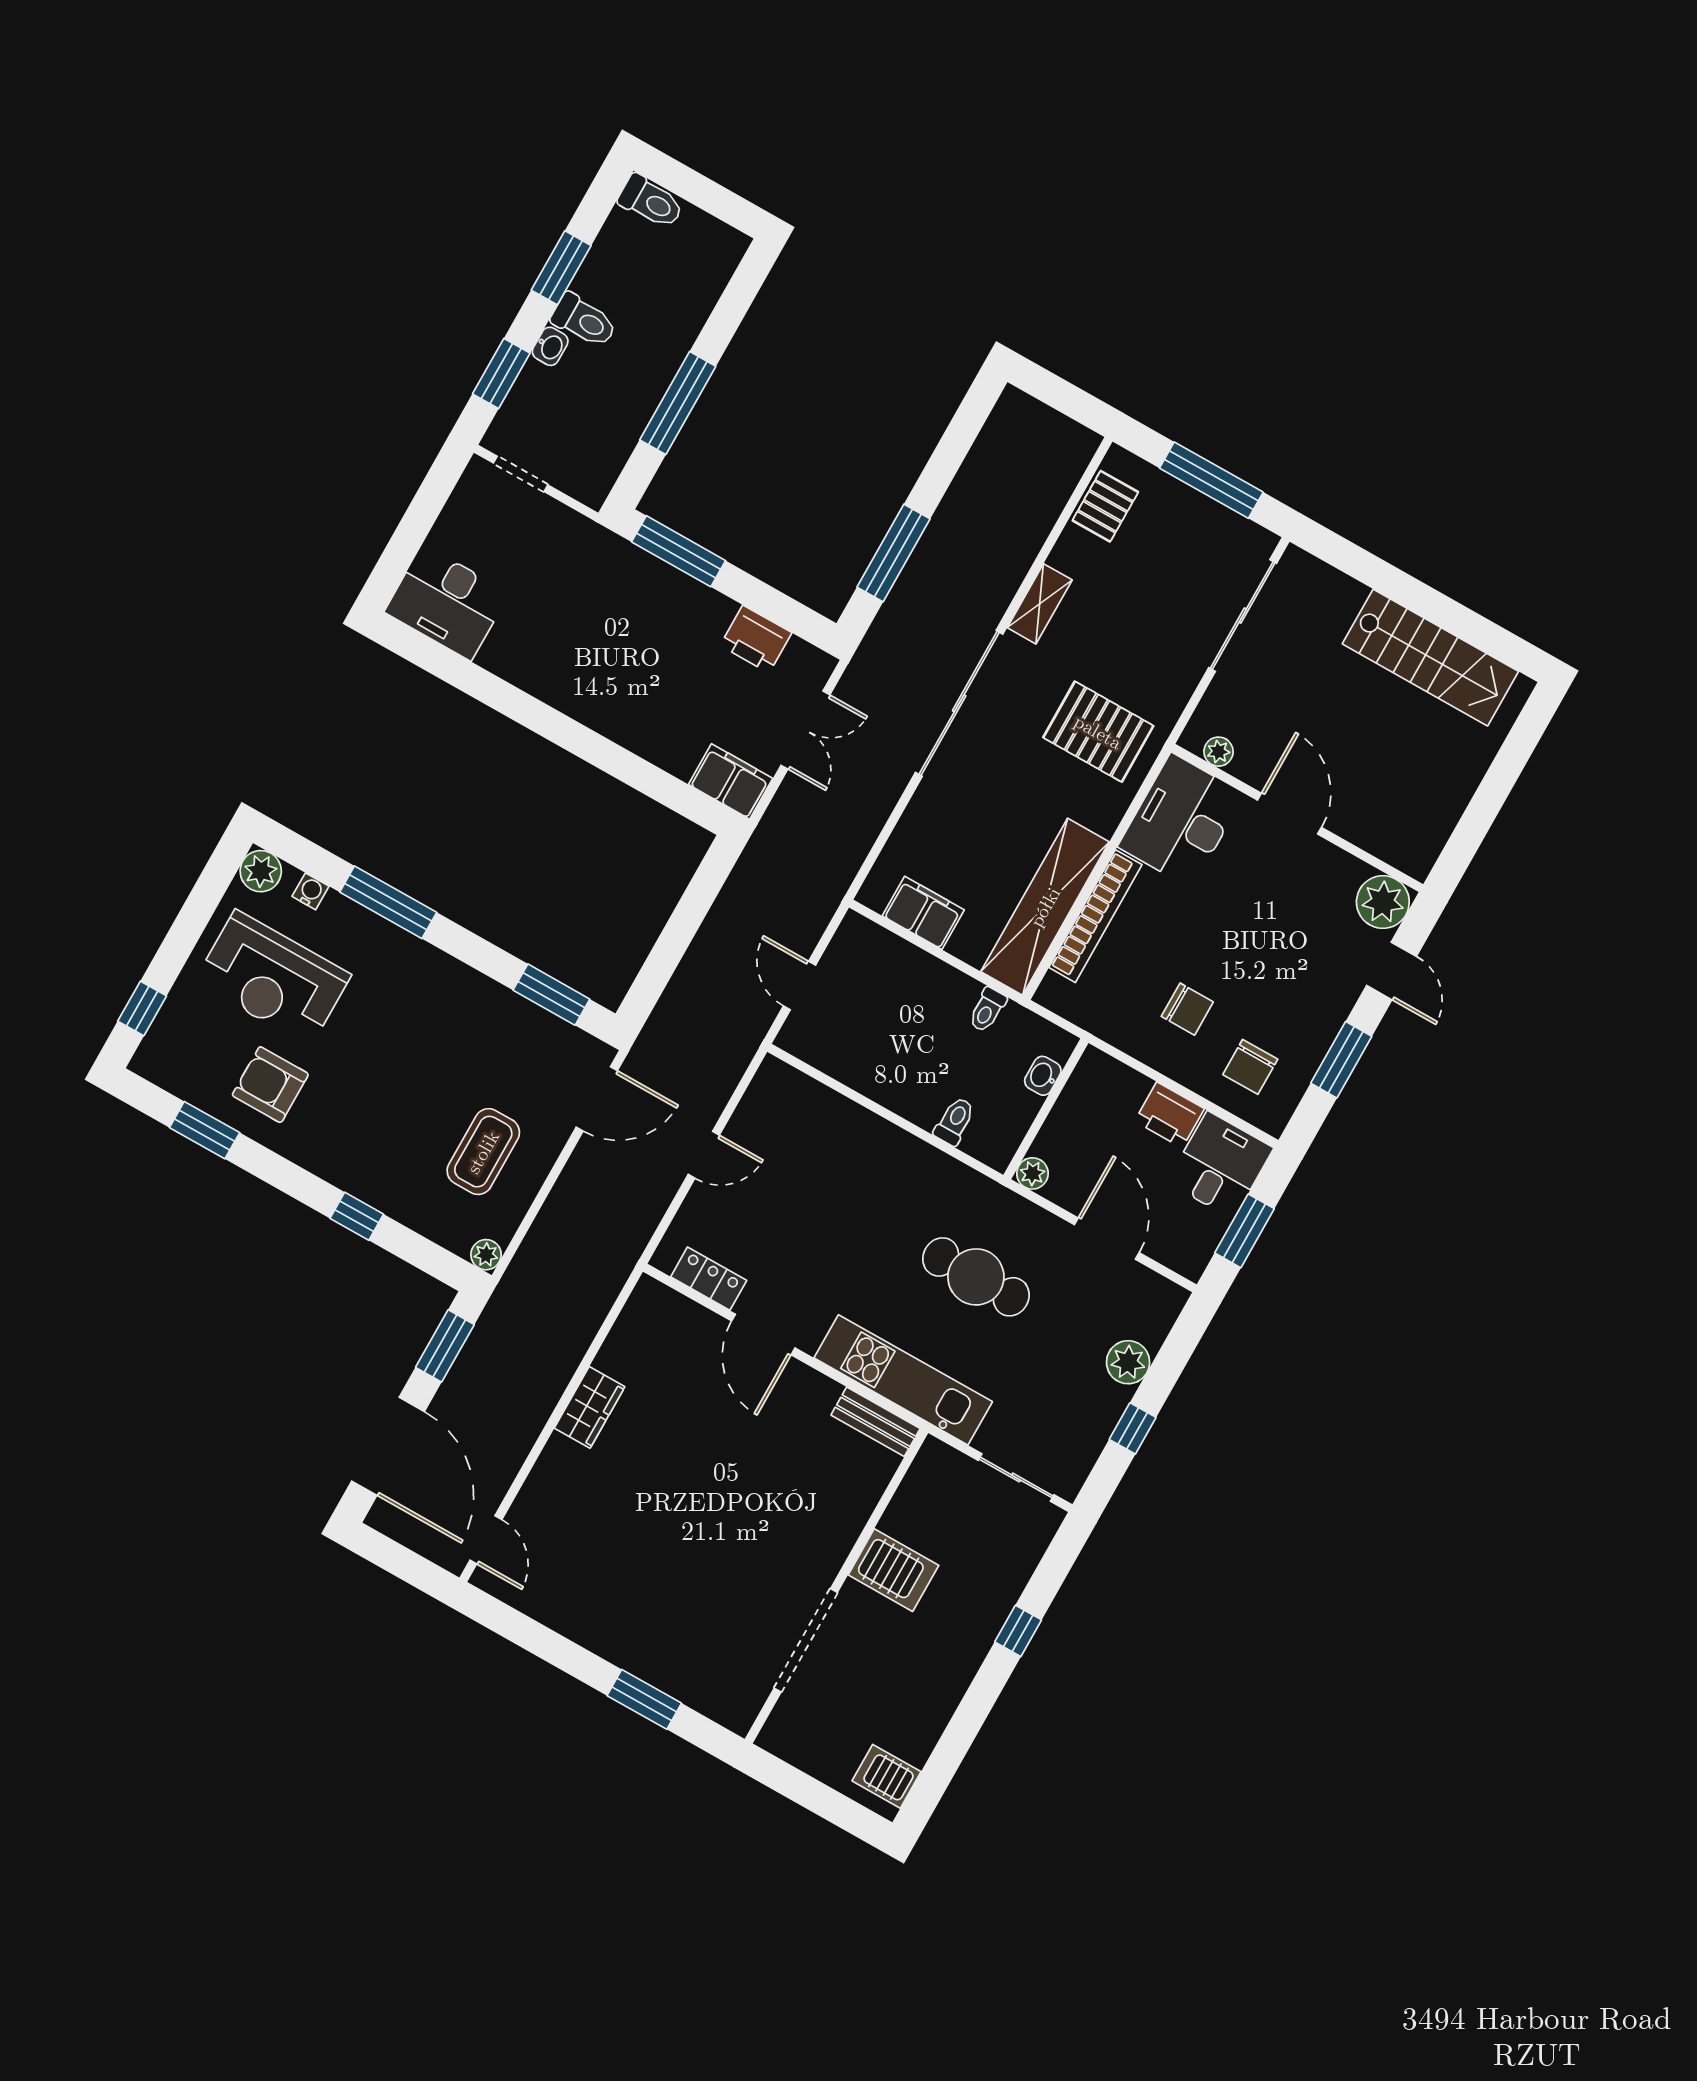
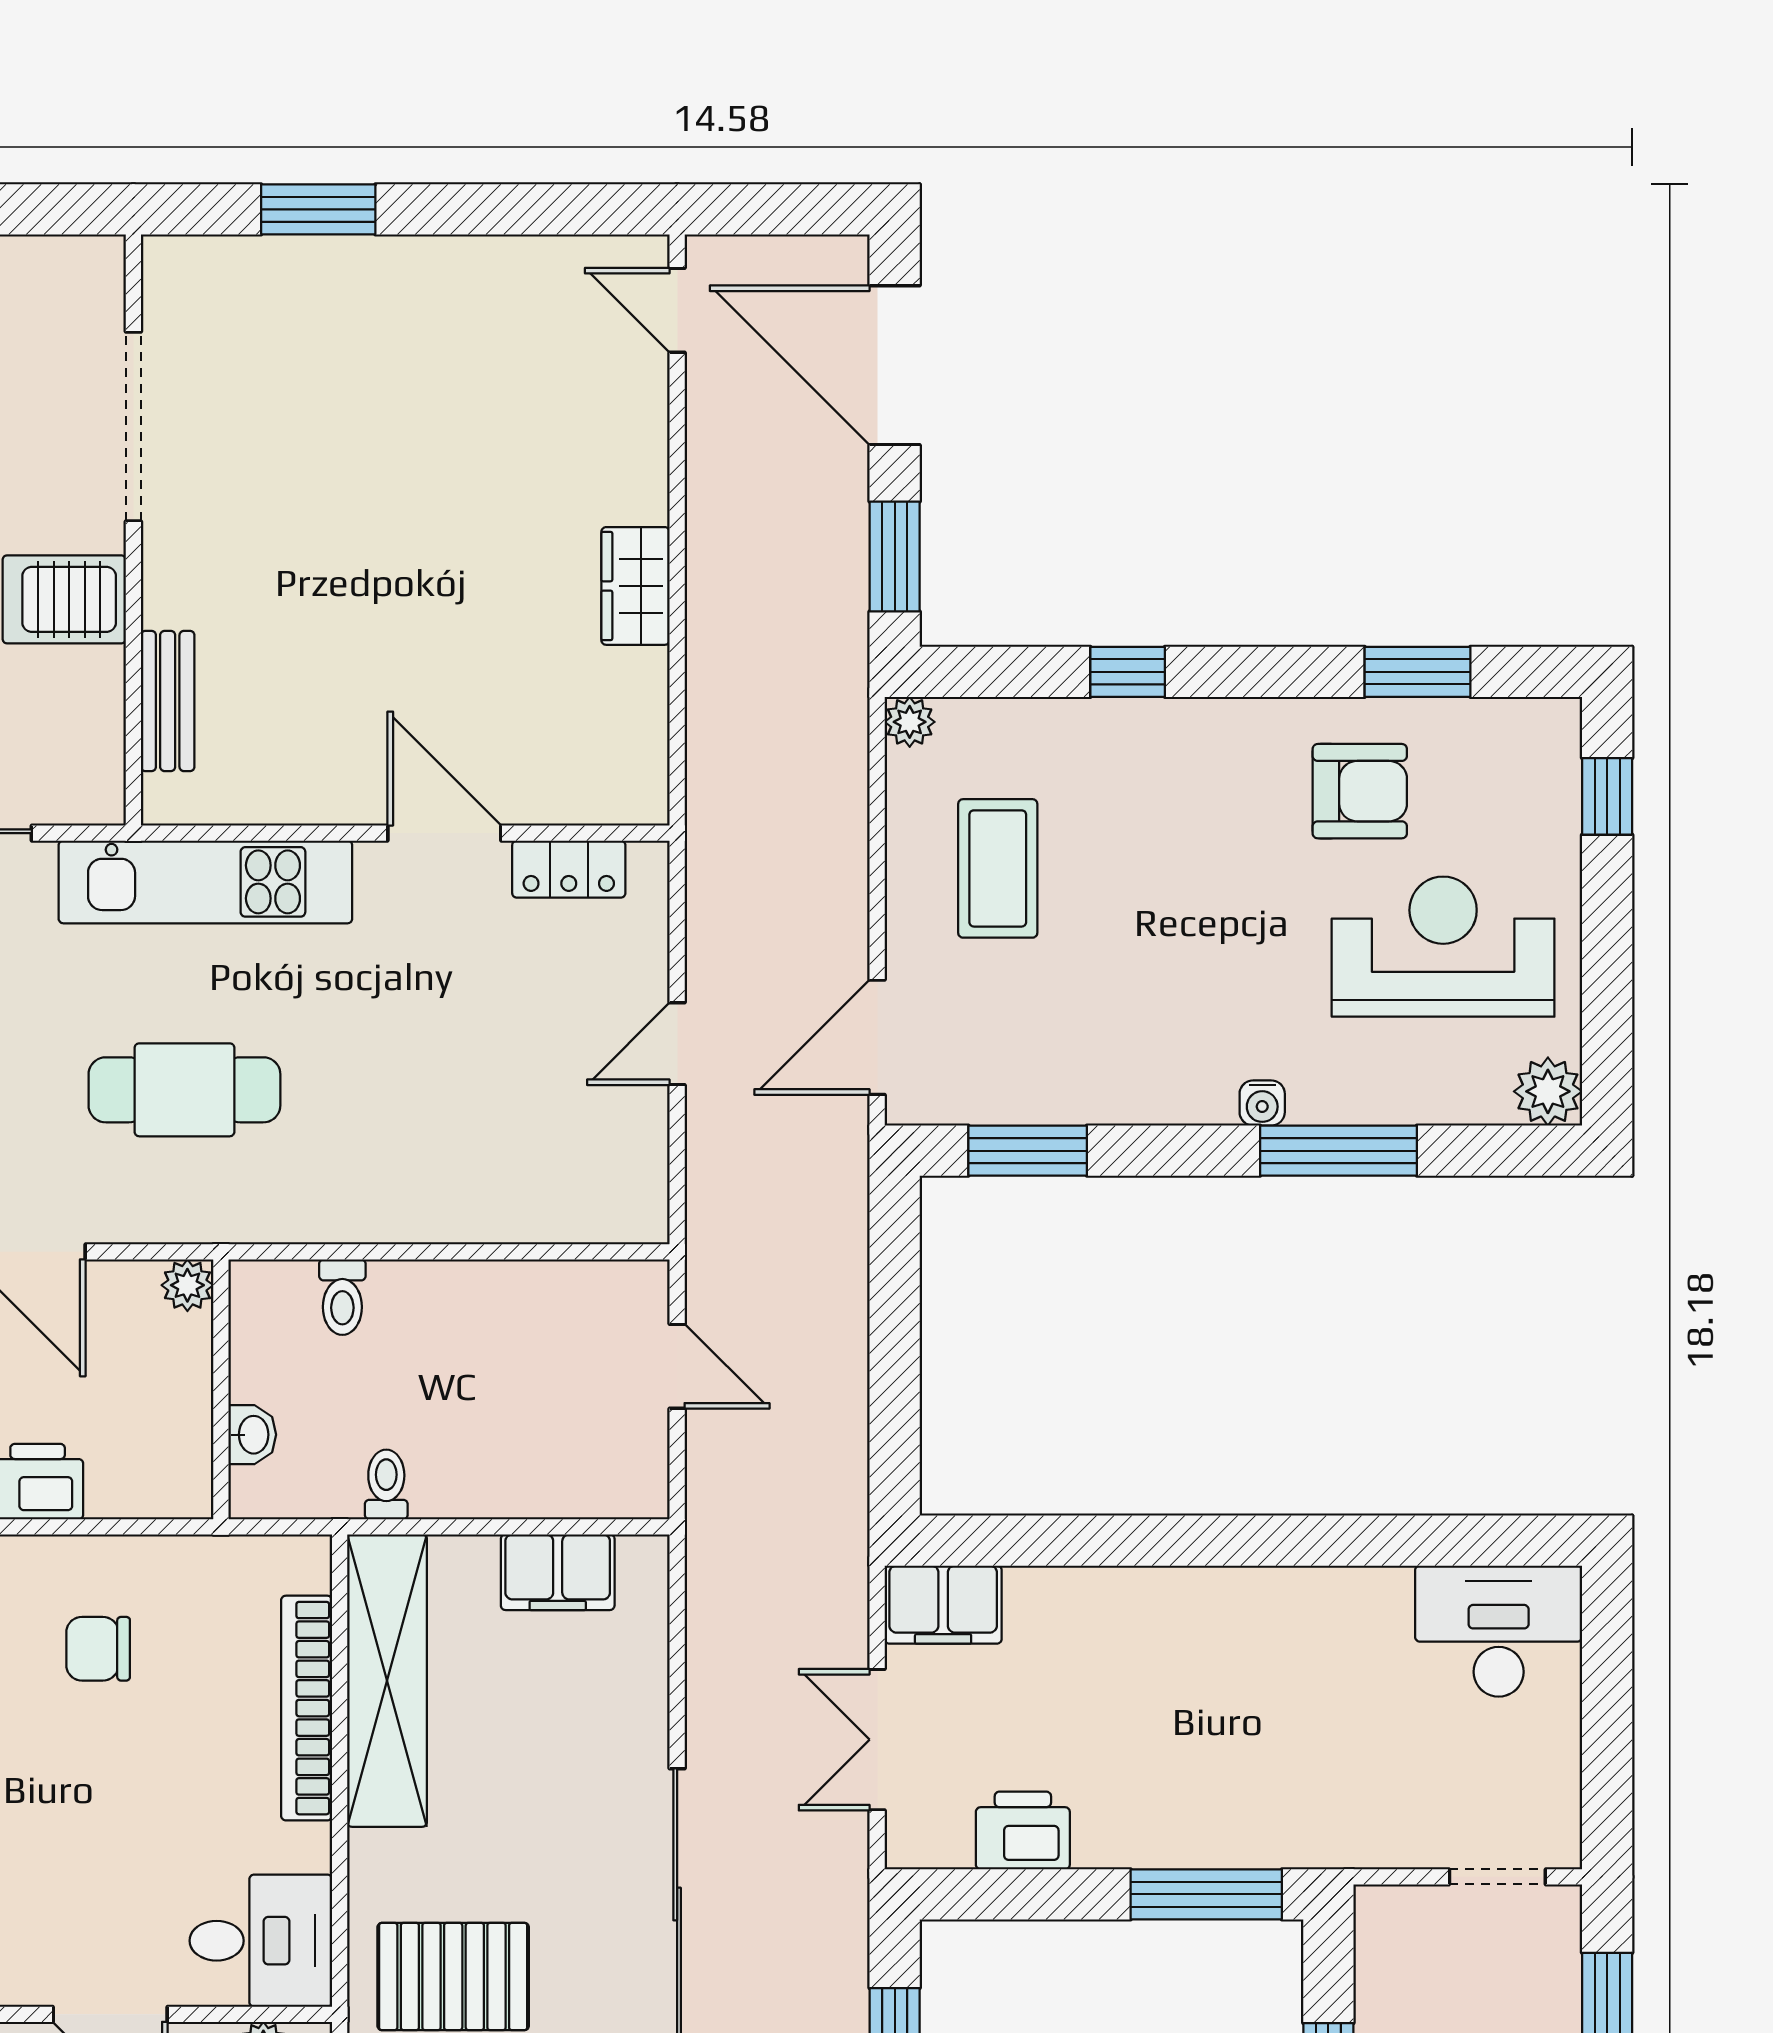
desk: (1181, 821) -> (261, 1941), width x0.73
water cooler: (311, 891) -> (1262, 1103), moved
bench: (876, 1422) -> (168, 701), moved, turned 90

